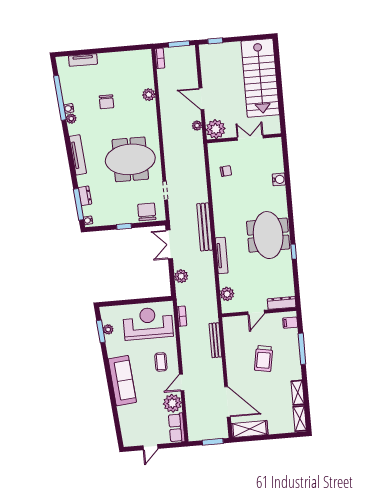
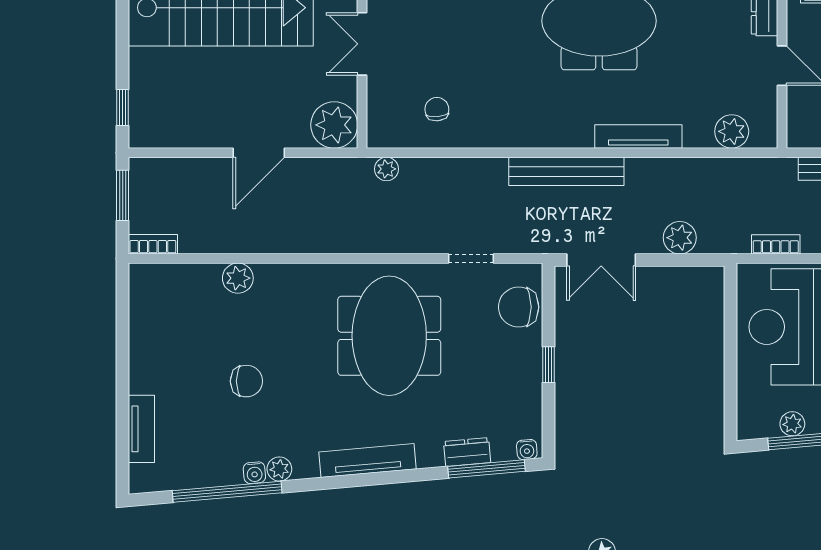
plant: (197, 126) -> (386, 169), moved

